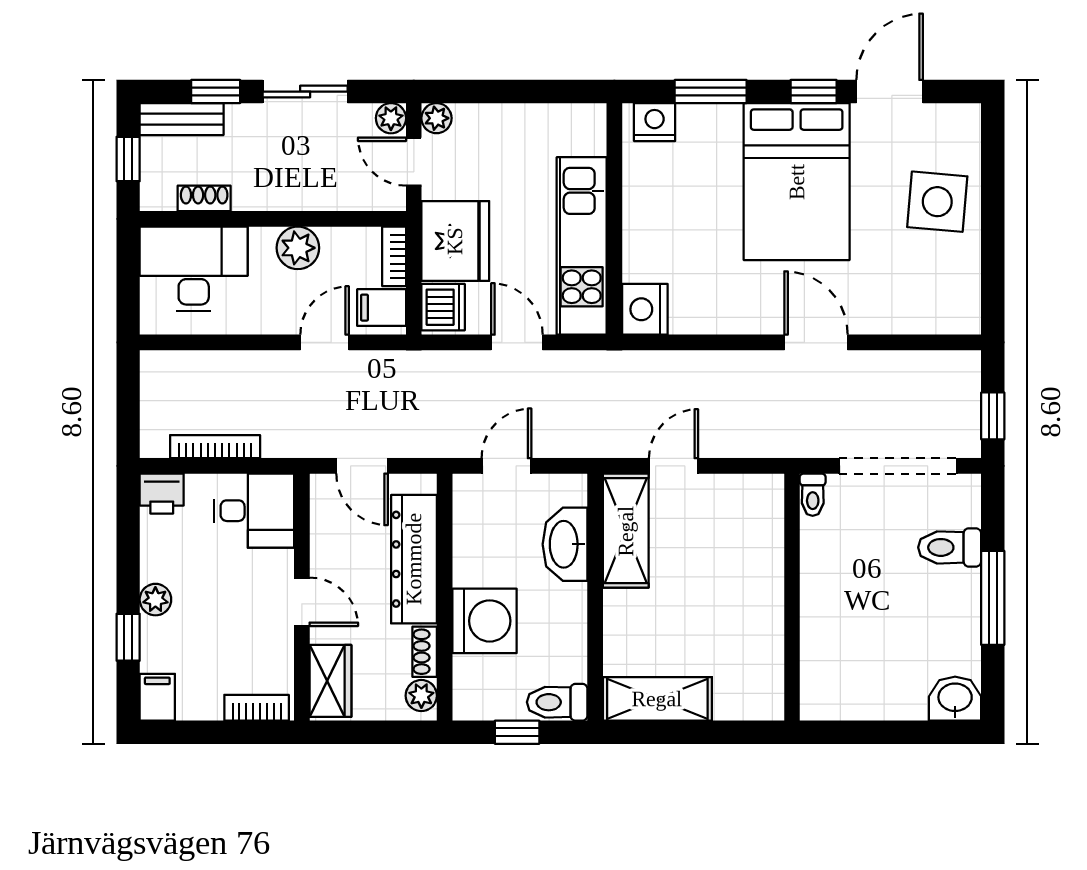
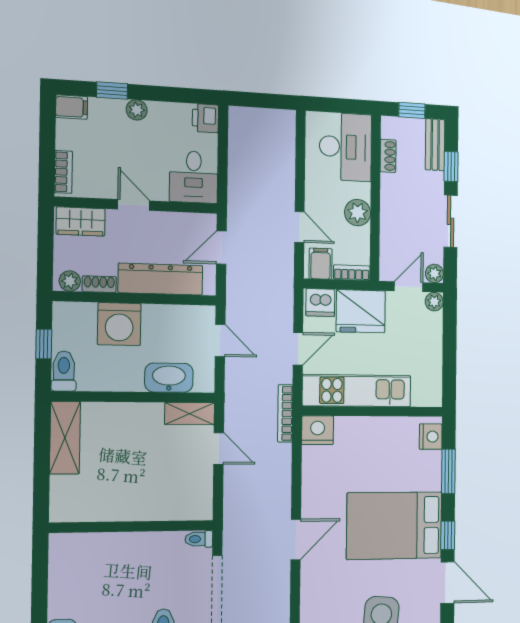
bookcase: (215, 447) -> (285, 413), moved, turned 180
shelving: (626, 531) -> (190, 414), width x0.67, depth x0.75
door: (302, 602) -> (134, 205), swing flipped

